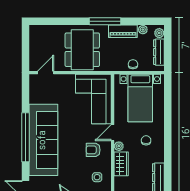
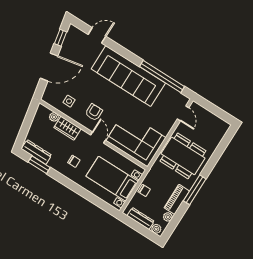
window: (26, 137) -> (162, 77), moved
plant: (119, 146) -> (54, 117), moved
window: (168, 168) -> (39, 165), added

